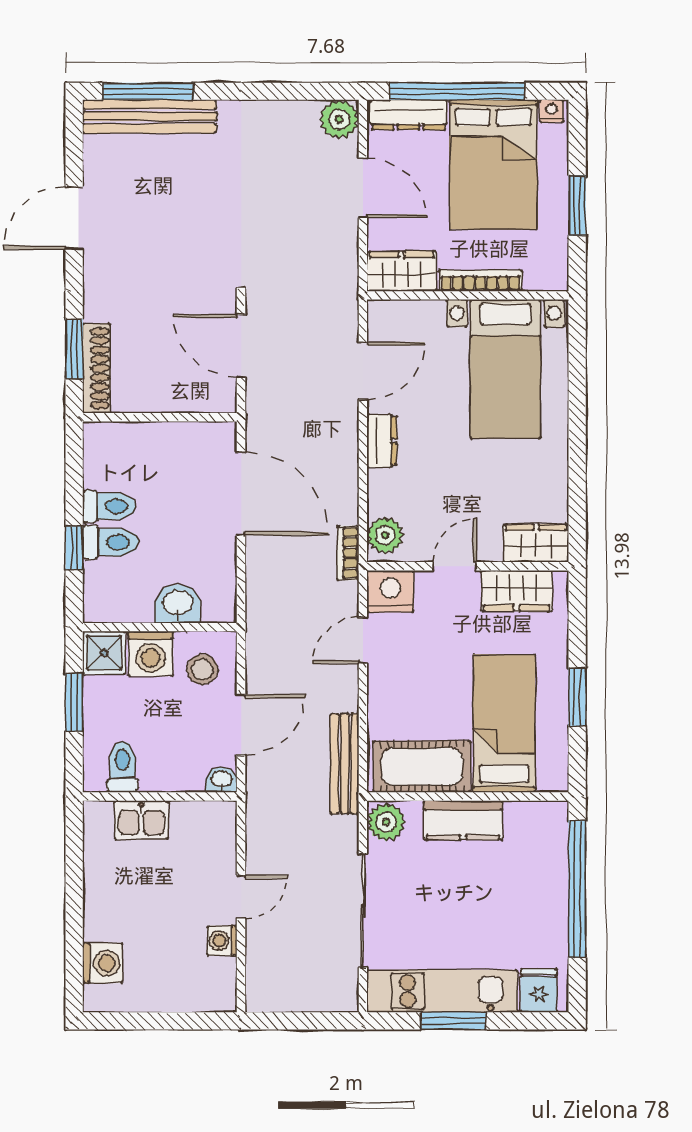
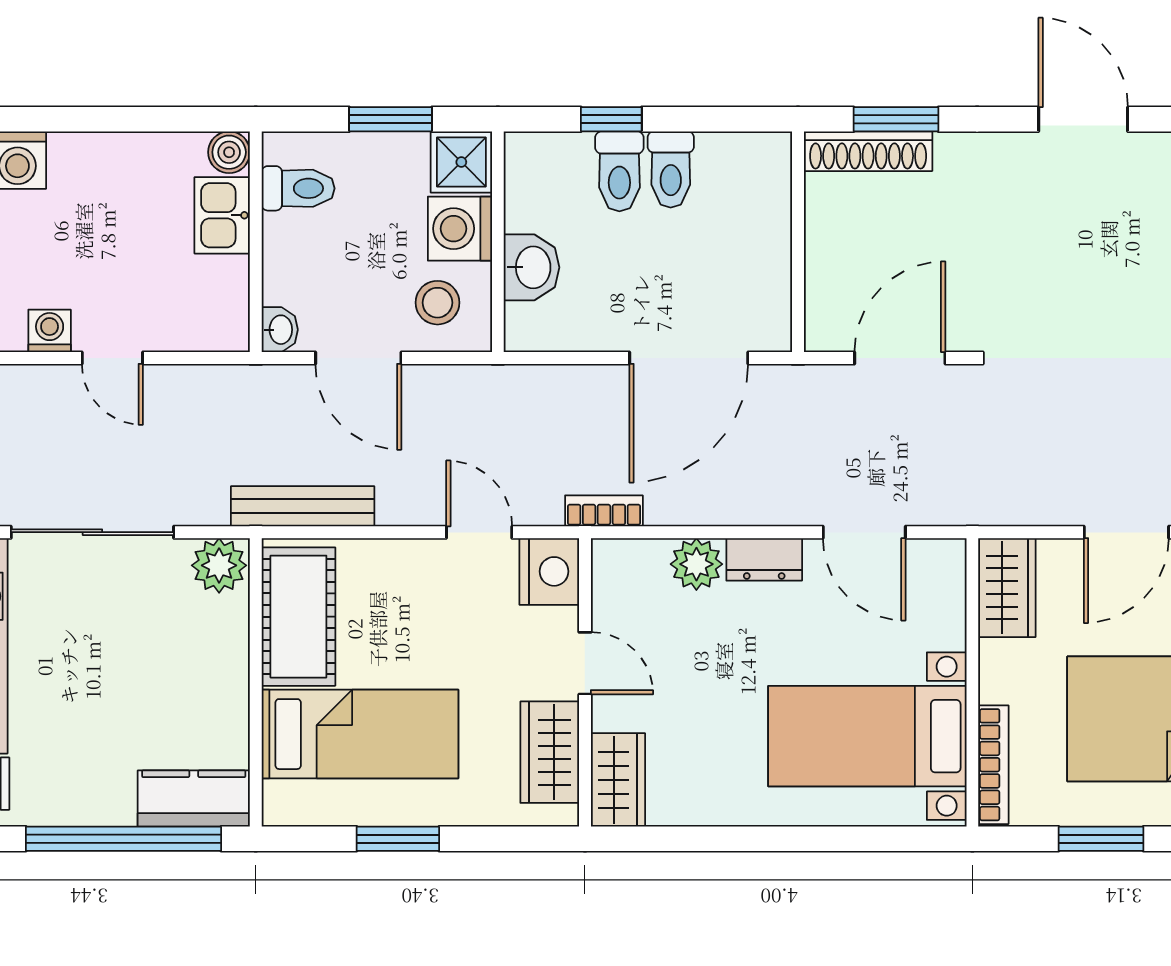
bookcase: (480, 281) -> (993, 765), moved
plant: (385, 535) -> (696, 564), moved
boiler: (97, 815) -> (229, 152), added
kitchen counter: (463, 820) -> (194, 799), moved, turned 90

